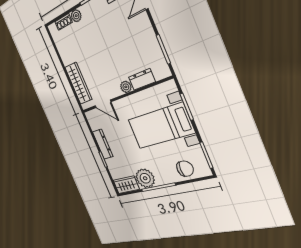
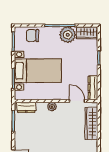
dresser: (142, 79) -> (26, 107), moved
dresser: (103, 144) -> (93, 88), moved

